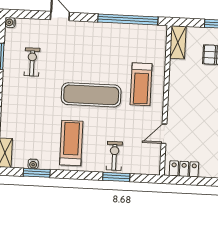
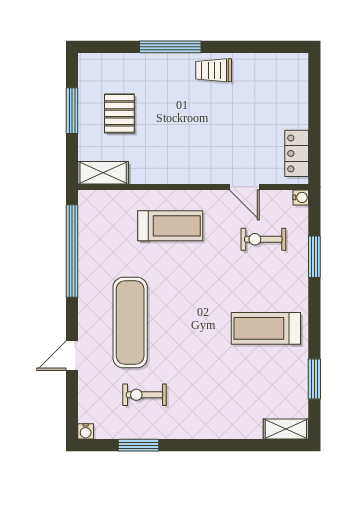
exercise mat: (91, 95) -> (130, 323), moved
exercise bike: (114, 156) -> (263, 239), moved
water cooler: (33, 164) -> (301, 197), moved

